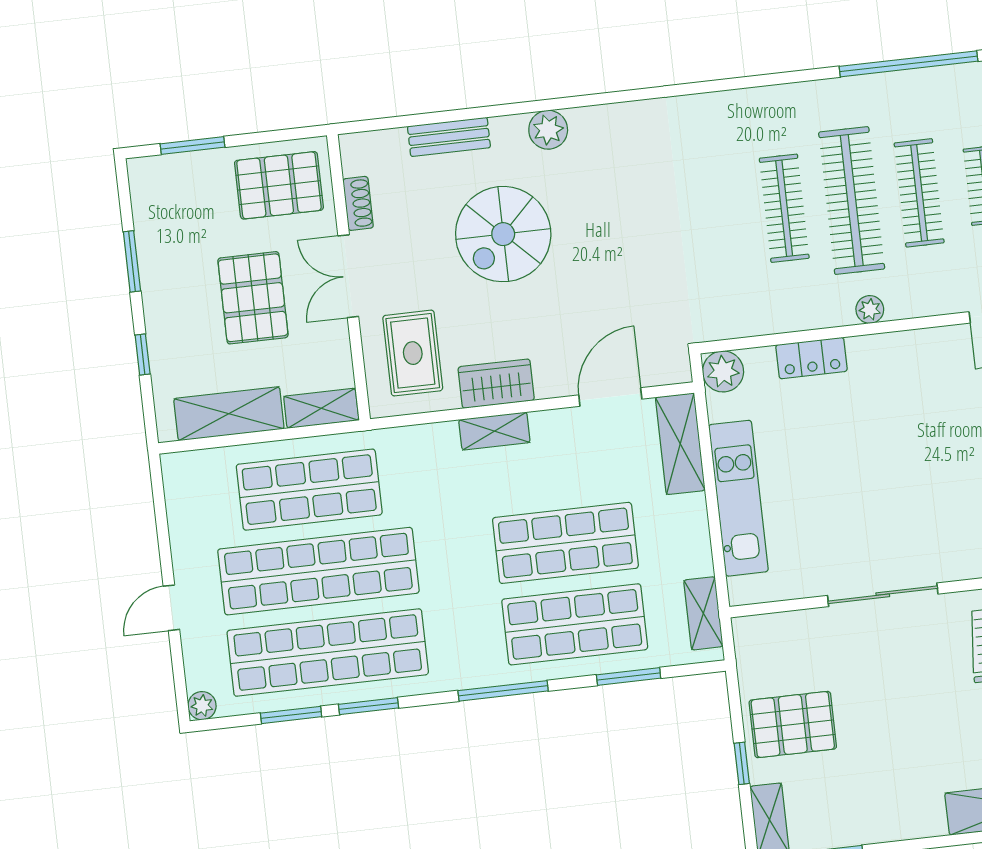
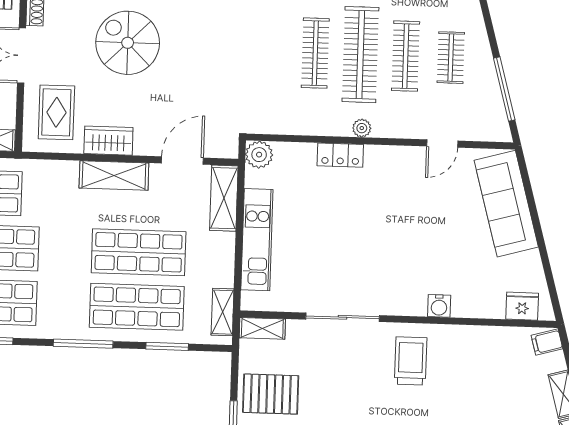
spiral stairs: (503, 234) -> (128, 43), turned 90
locker: (811, 358) -> (340, 155), moved
shelving: (494, 431) -> (114, 175), width x1.50, depth x1.33
shelving: (766, 629) -> (262, 328), added

